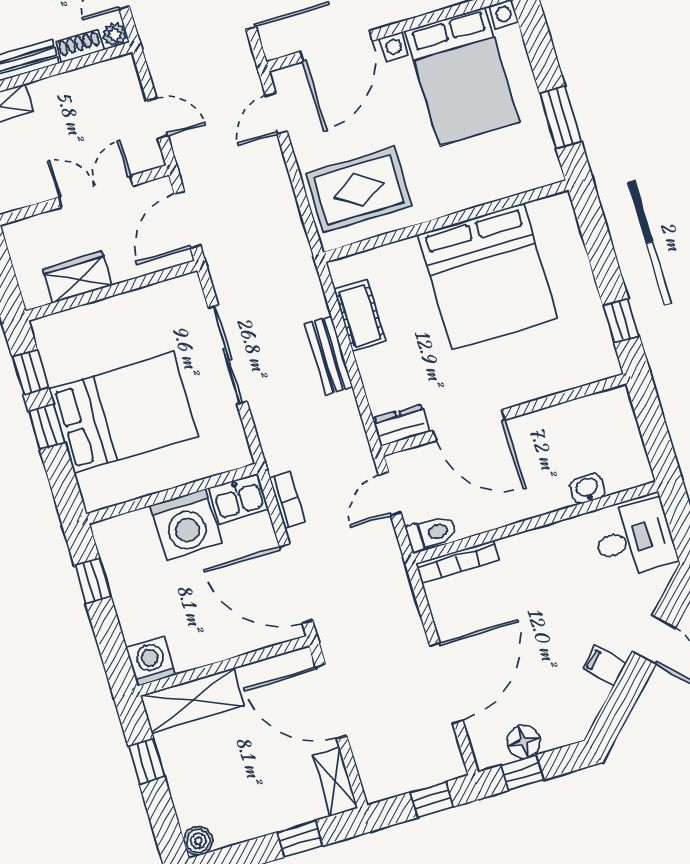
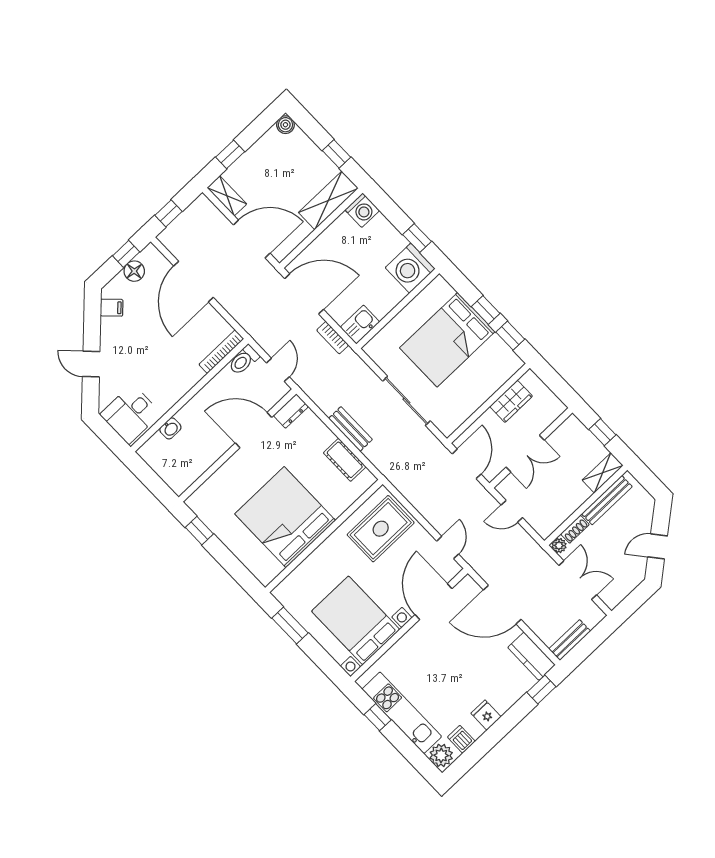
washing machine: (186, 525) -> (410, 268), moved, turned -90
filing cabinet: (605, 666) -> (112, 308), moved

